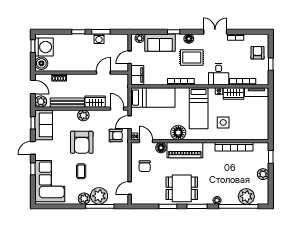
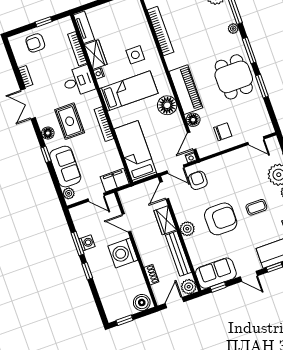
washing machine: (44, 47) -> (123, 253), moved, turned -90

